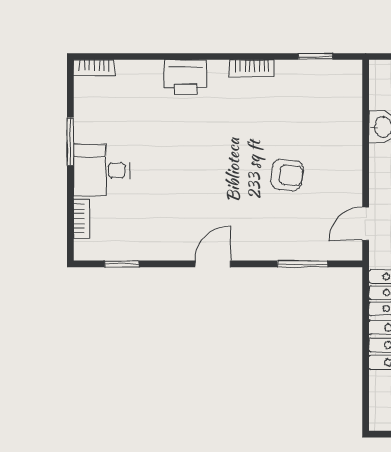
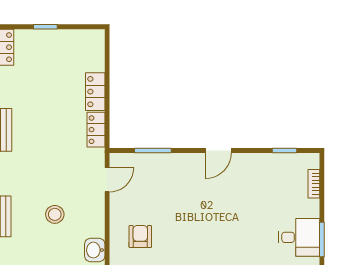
desk: (102, 170) -> (299, 237), moved
armchair: (287, 175) -> (140, 237), moved, turned 84

